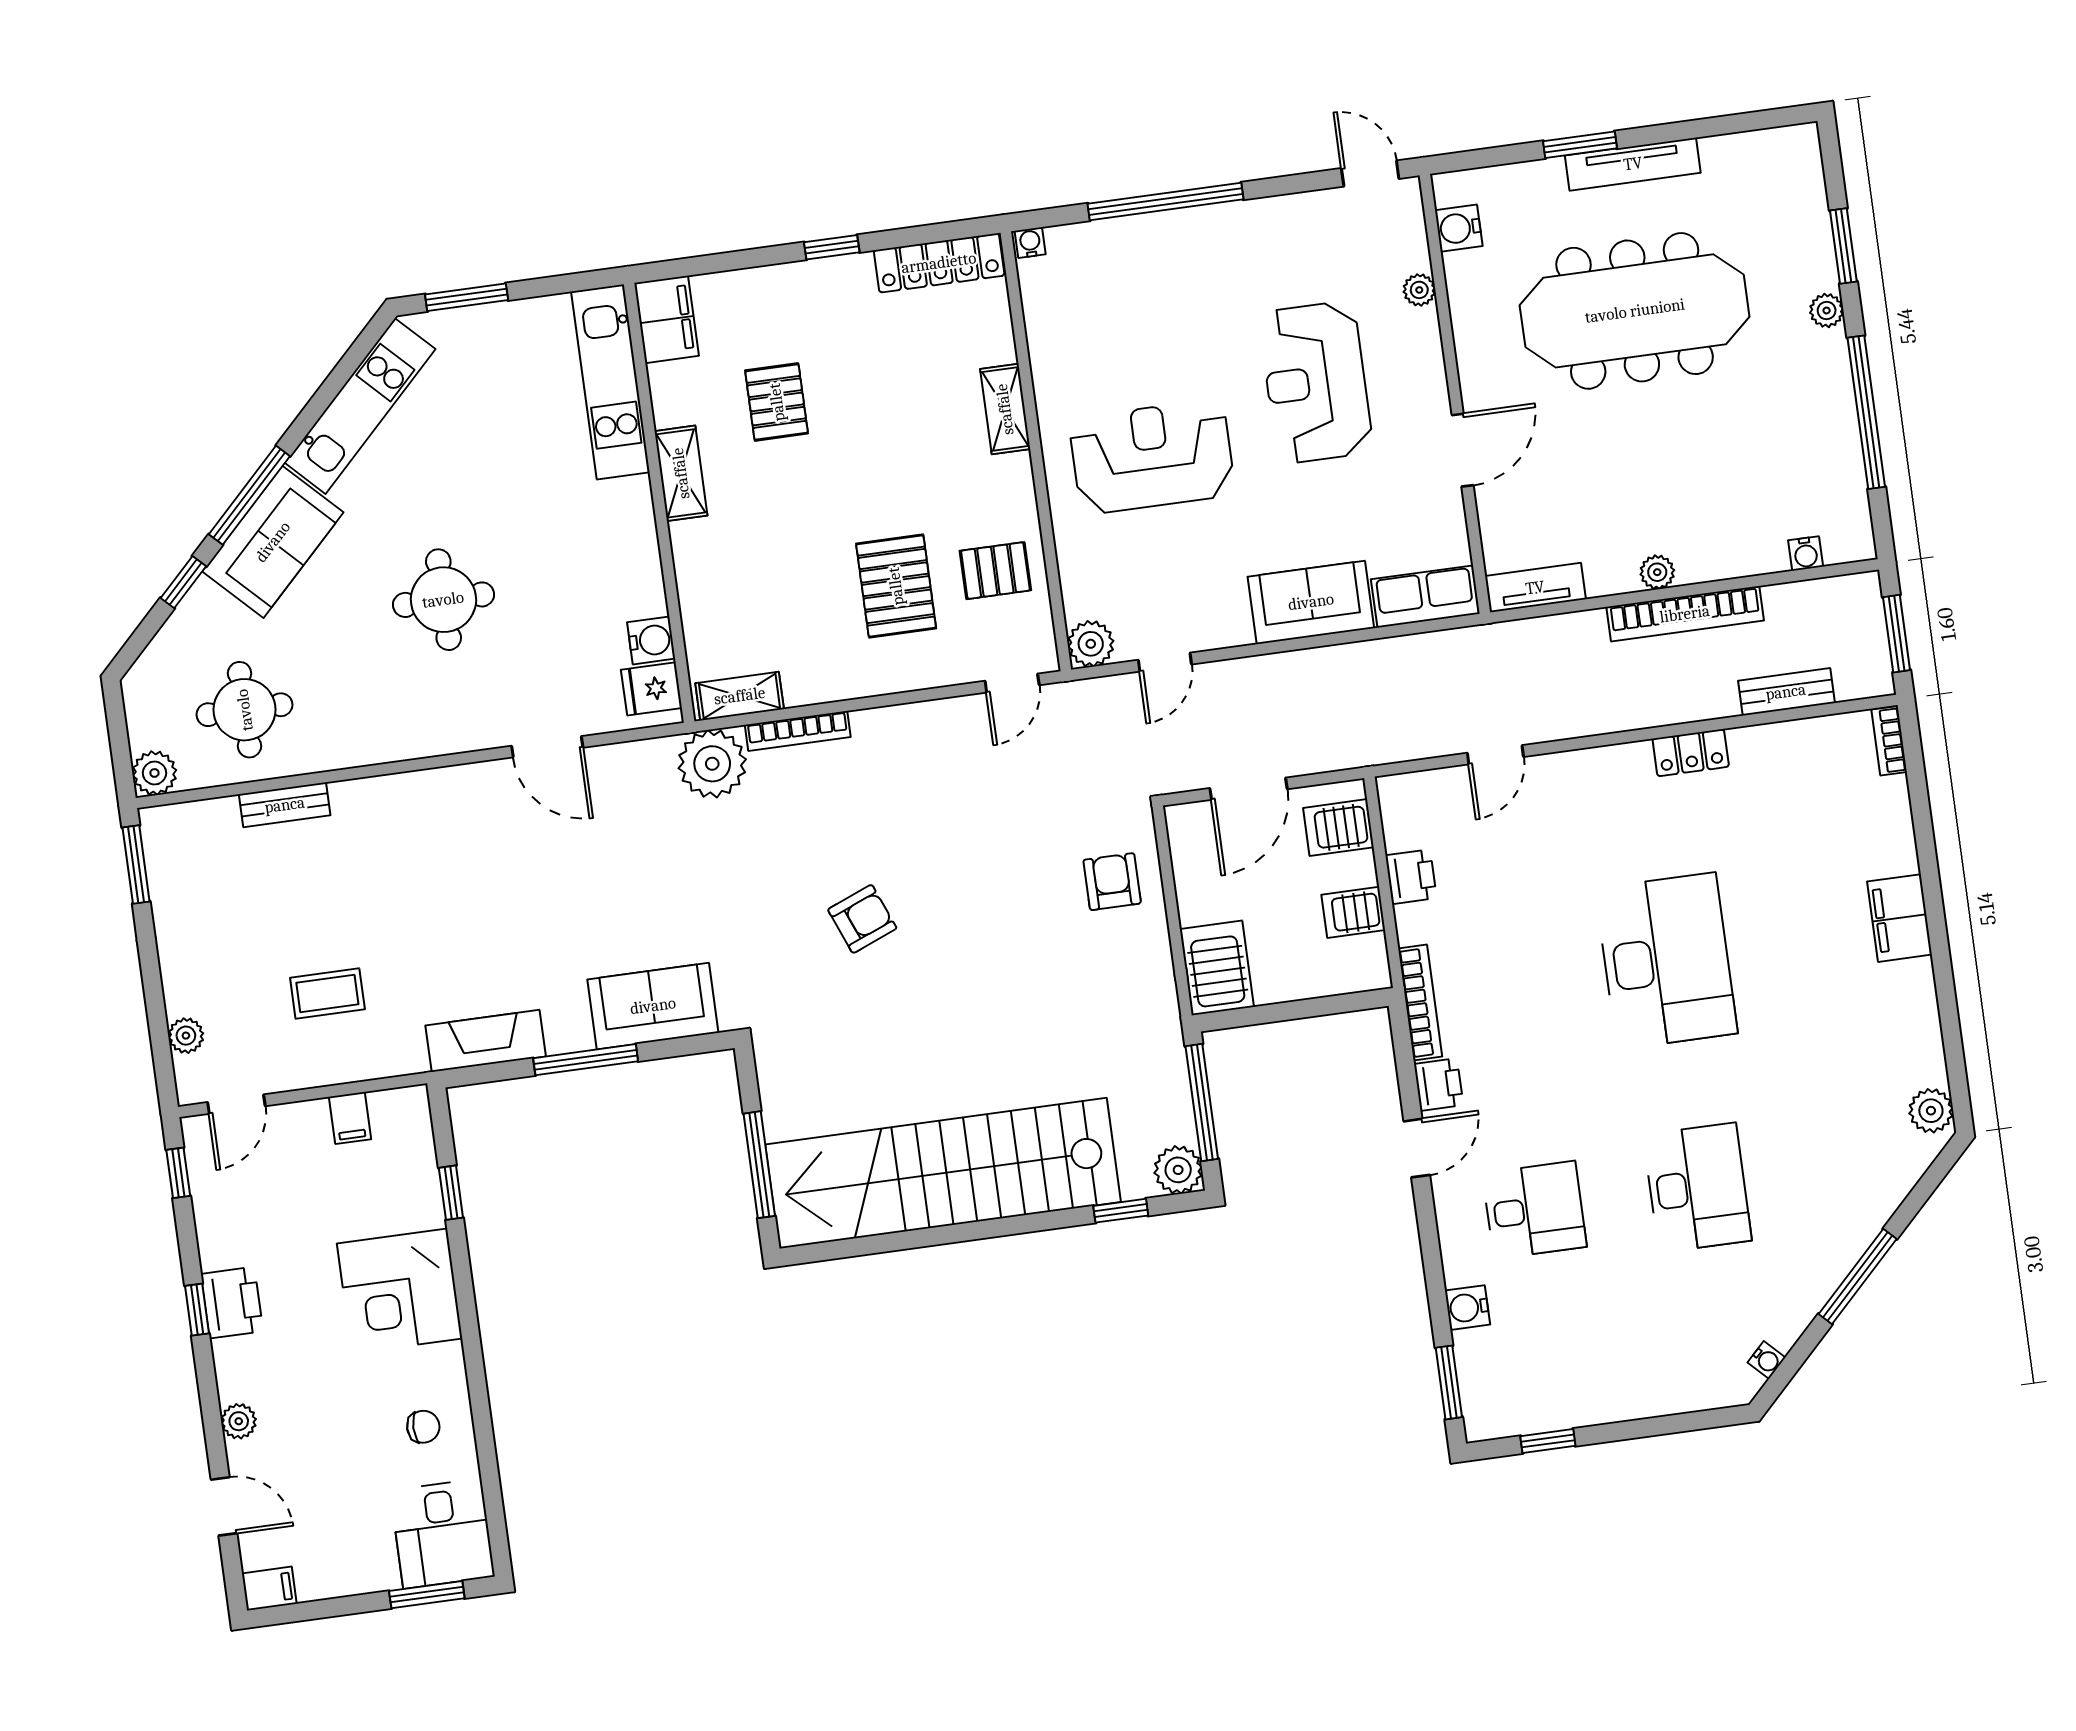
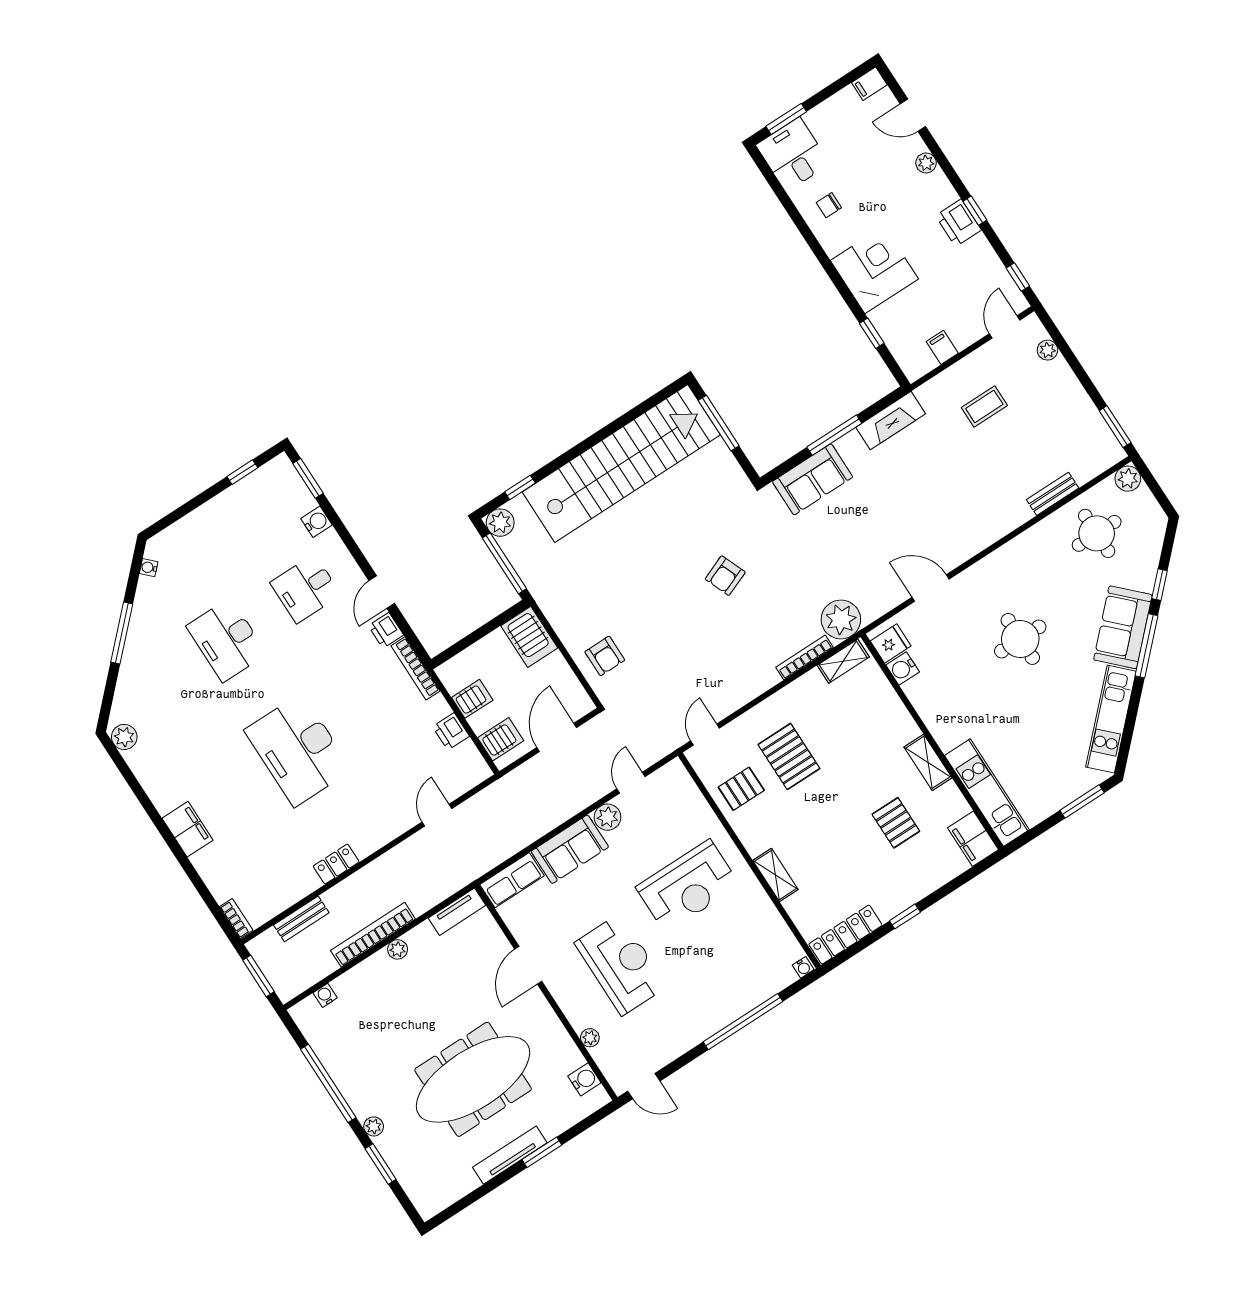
plant: (1091, 644) -> (607, 817), moved

